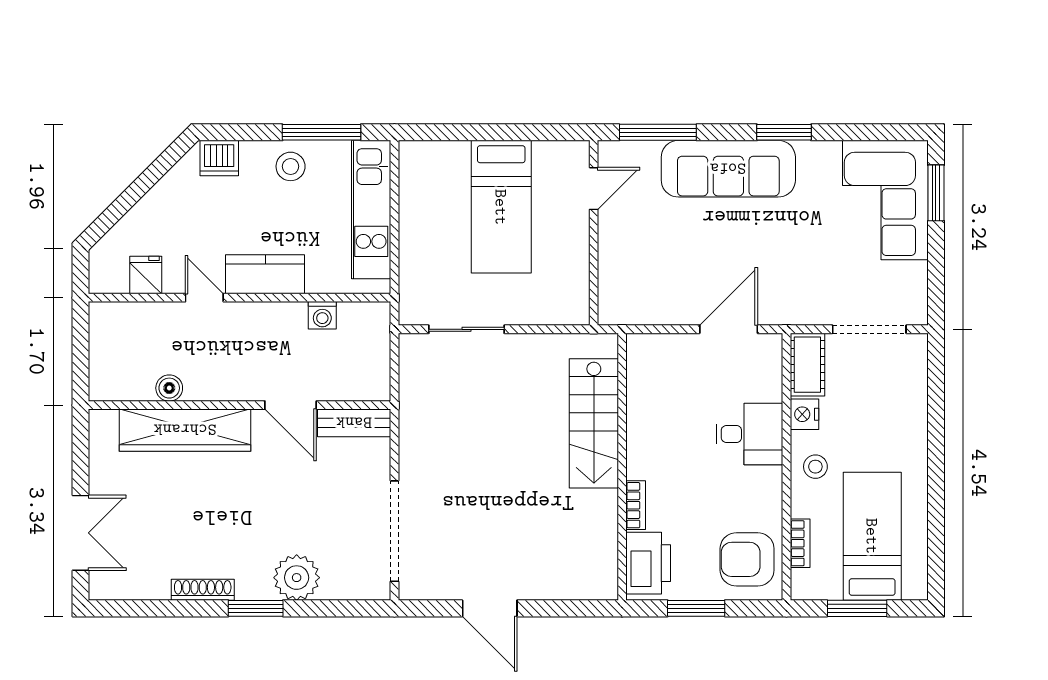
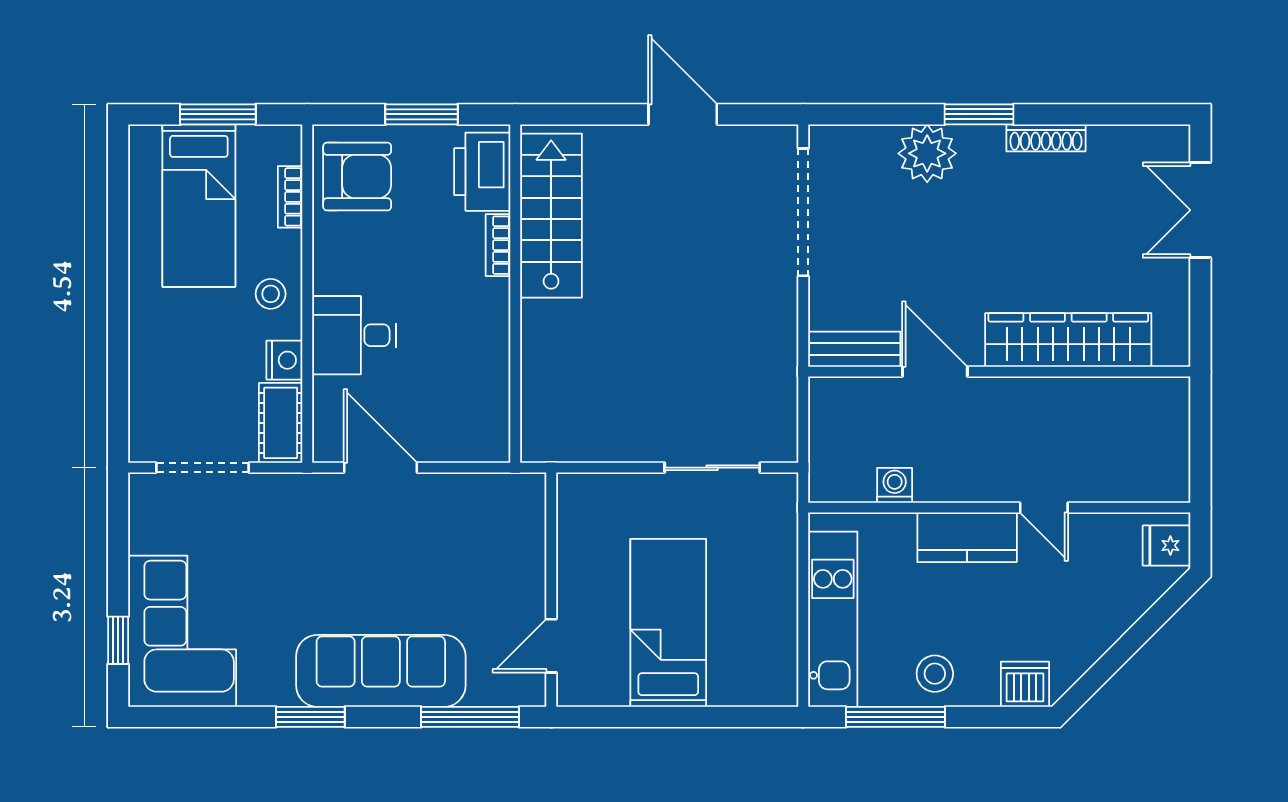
window: (936, 193) -> (118, 640), width x0.67
fridge: (146, 275) -> (1167, 545), moved, turned 90
door: (729, 329) -> (380, 468), swing flipped
boiler: (169, 388) -> (1088, 393), removed
stairs: (594, 423) -> (551, 216), moved

